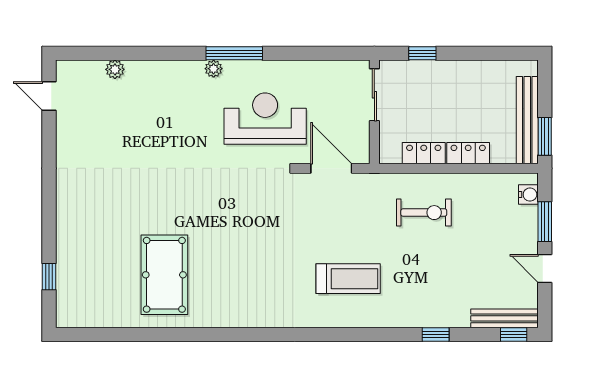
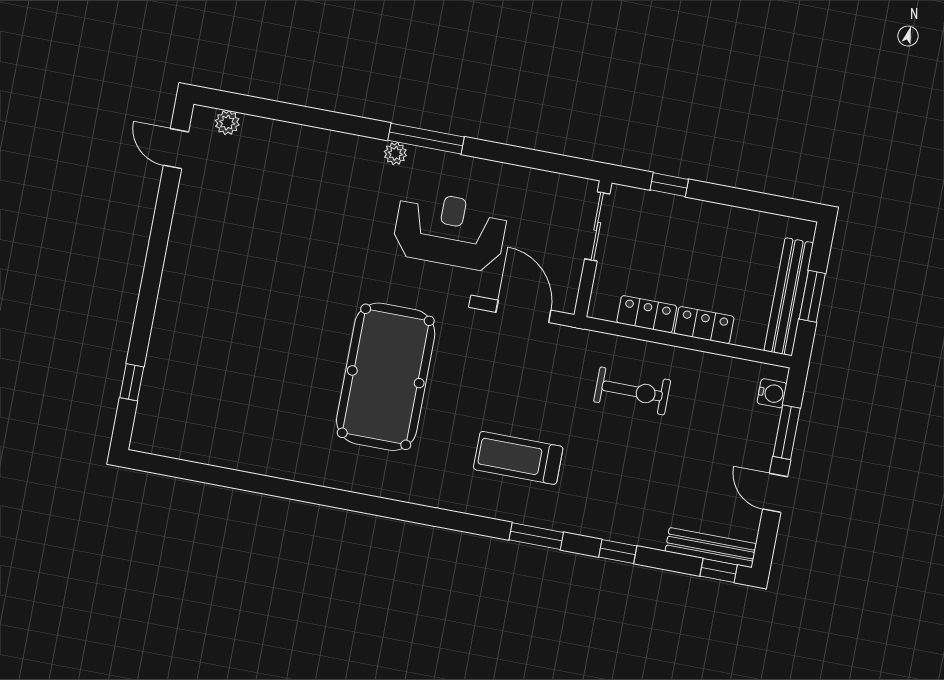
plant: (115, 69) -> (227, 123), moved
window: (545, 136) -> (812, 296), moved
pool table: (164, 275) -> (386, 377), moved, width x1.36, depth x1.32
treadmill: (348, 279) -> (518, 458), turned 180
window: (373, 334) -> (536, 536), added

